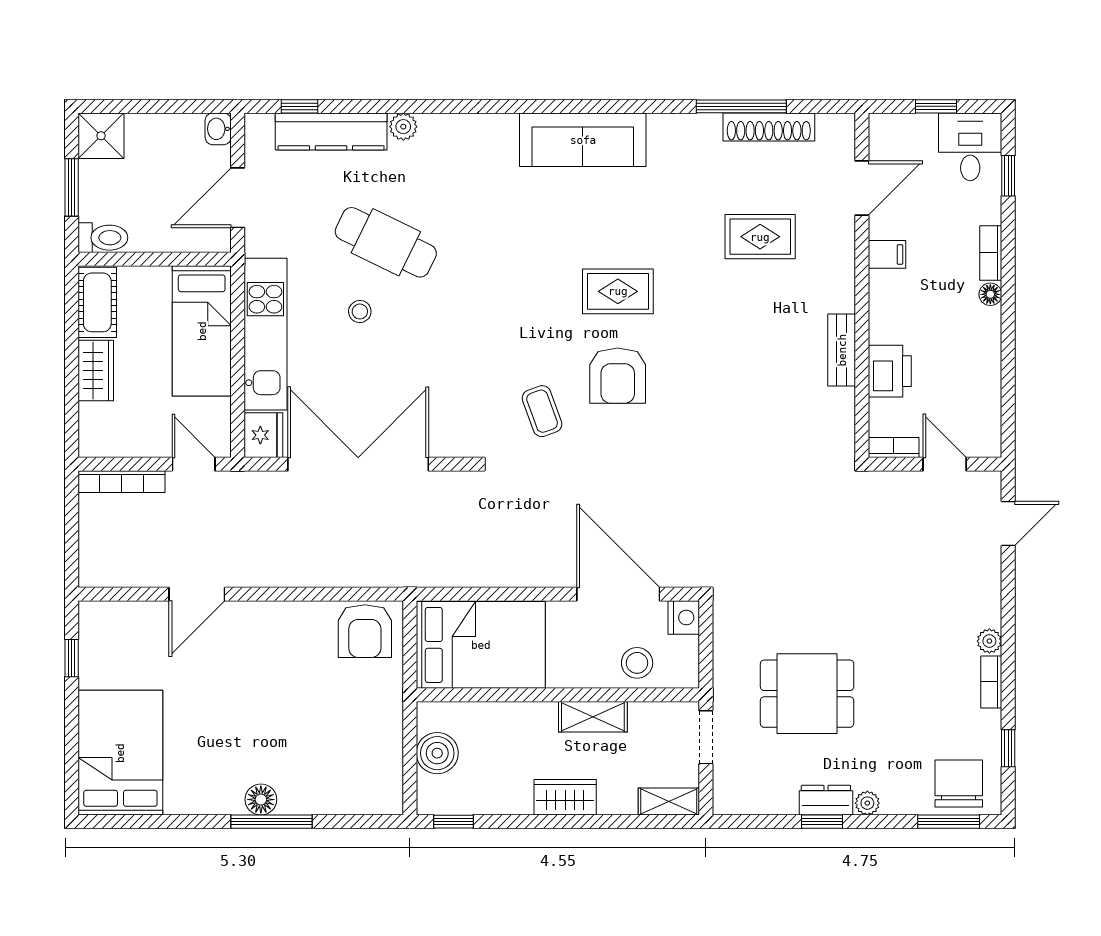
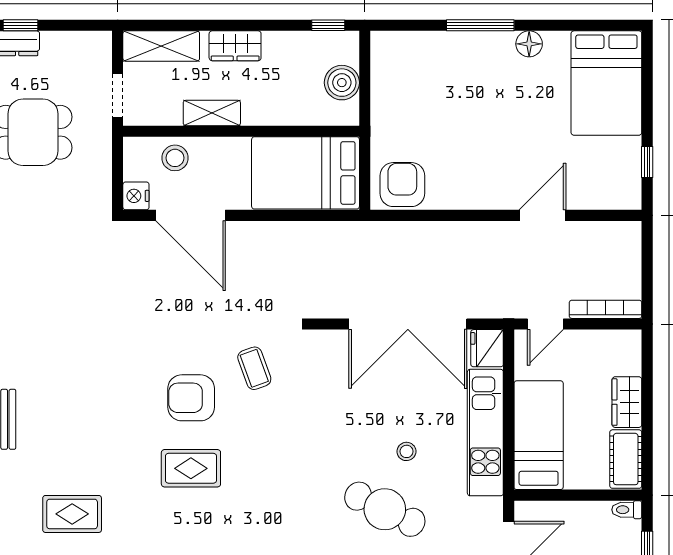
toilet: (103, 238) -> (627, 510), width x0.73, depth x0.72
armchair: (618, 376) -> (191, 398), turned -90
door: (194, 464) -> (545, 324), hinge flipped
floor lamp: (261, 800) -> (529, 44), moved
shelving: (669, 801) -> (161, 46), width x1.50, depth x1.33

